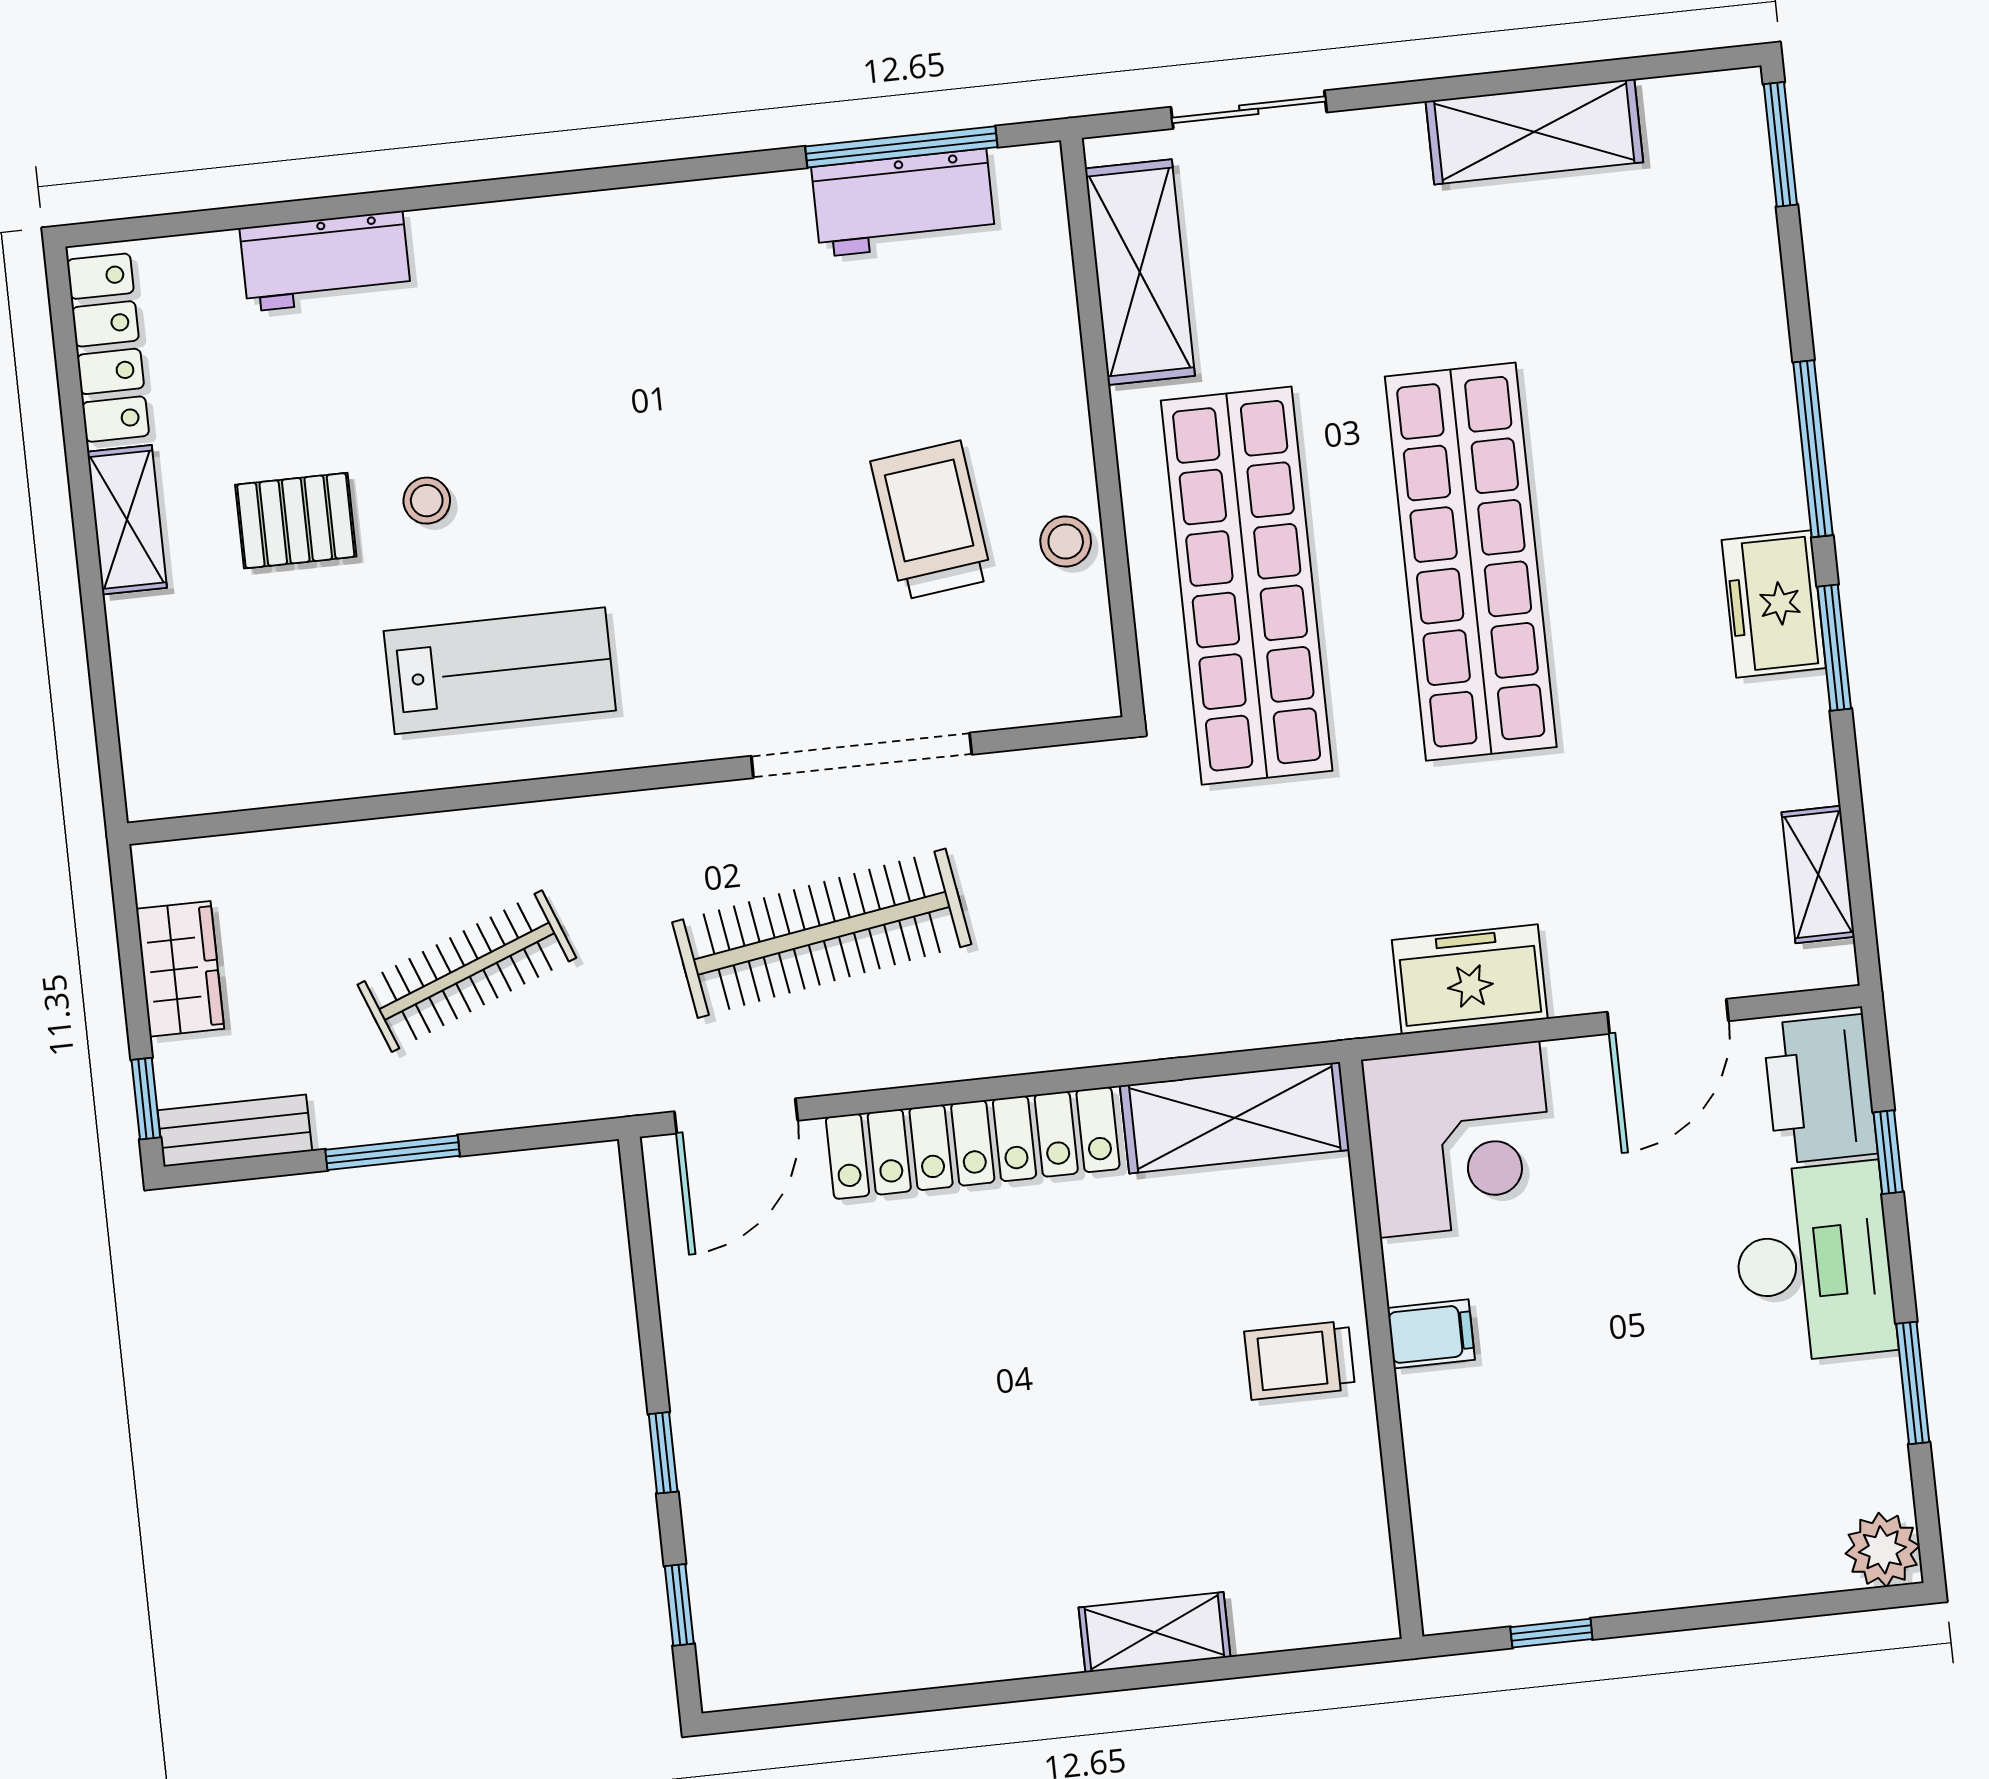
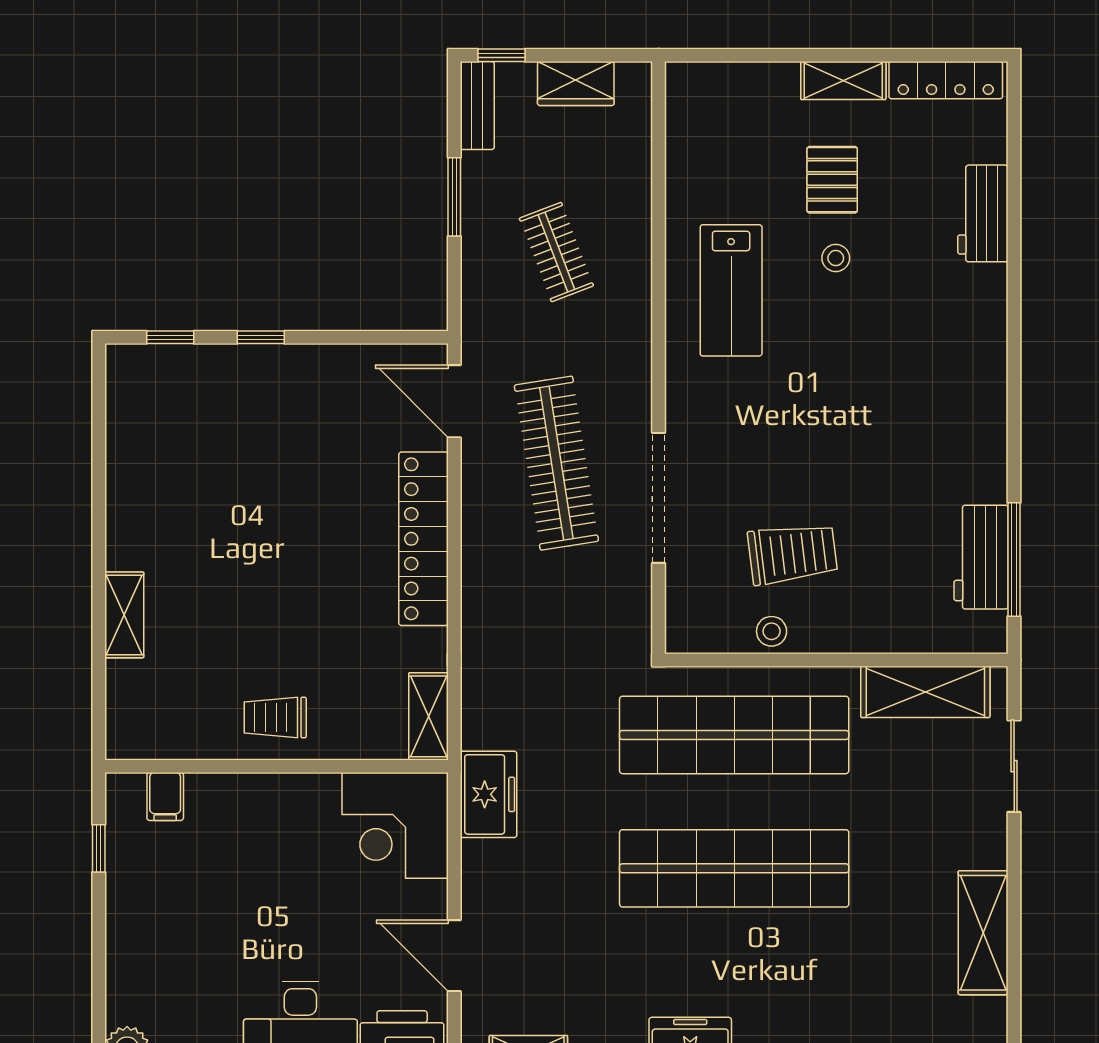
clothes rail: (467, 971) -> (556, 252), width x0.73
freezer: (1470, 979) -> (489, 794), moved
shelving: (1235, 1118) -> (428, 716), width x0.67, depth x0.75
filing cabinet: (1431, 1334) -> (165, 796), moved
trolley: (1300, 1360) -> (275, 717), turned -90

